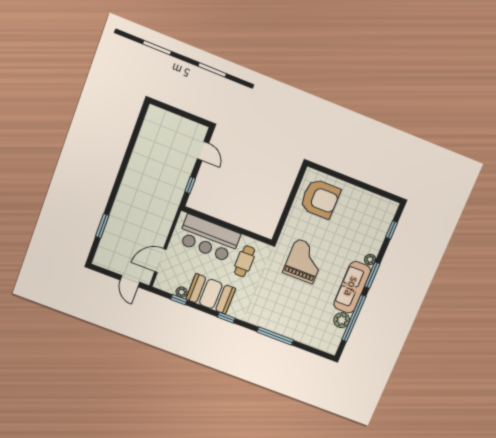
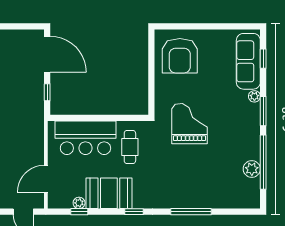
door: (203, 151) -> (47, 54), width x1.88
armchair: (320, 199) -> (180, 56), turned 90
sofa: (352, 287) -> (248, 61), moved

